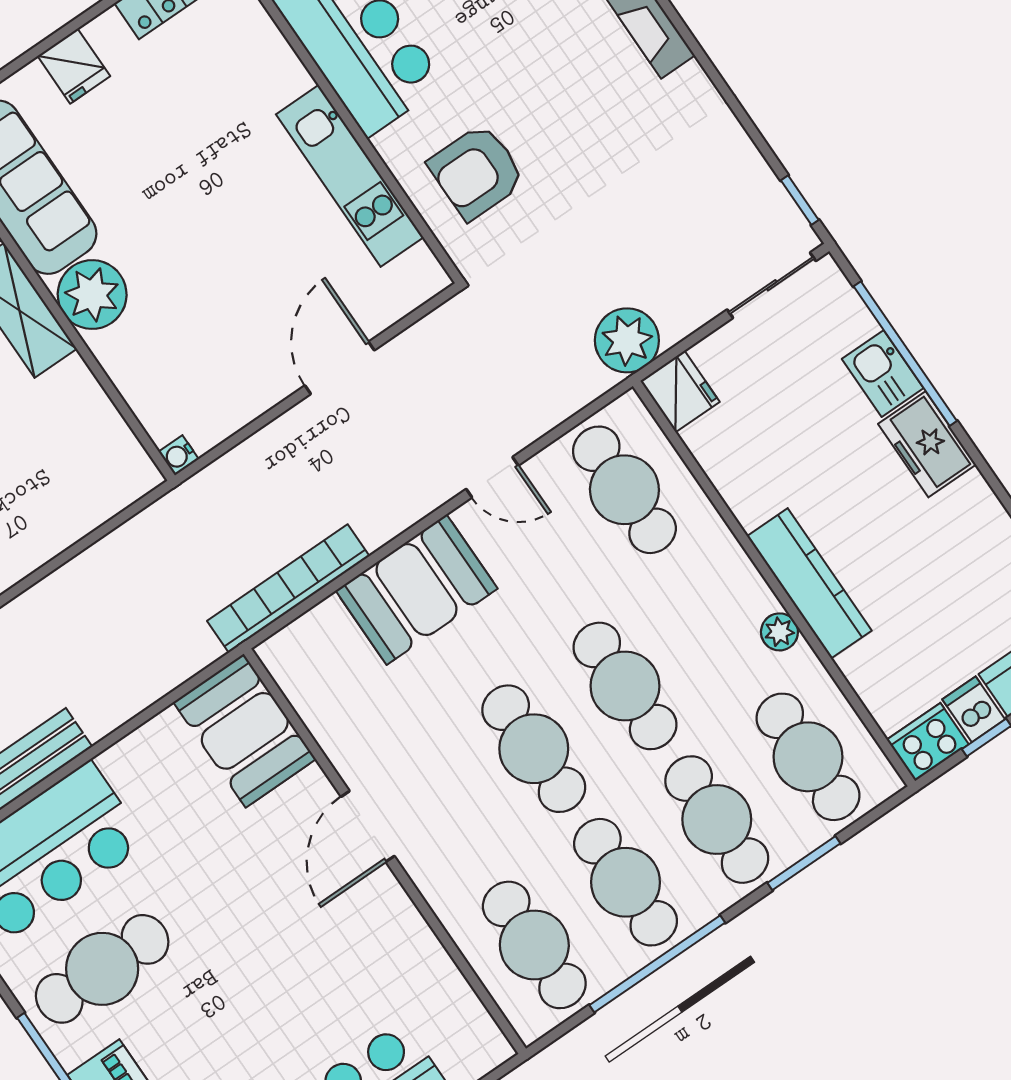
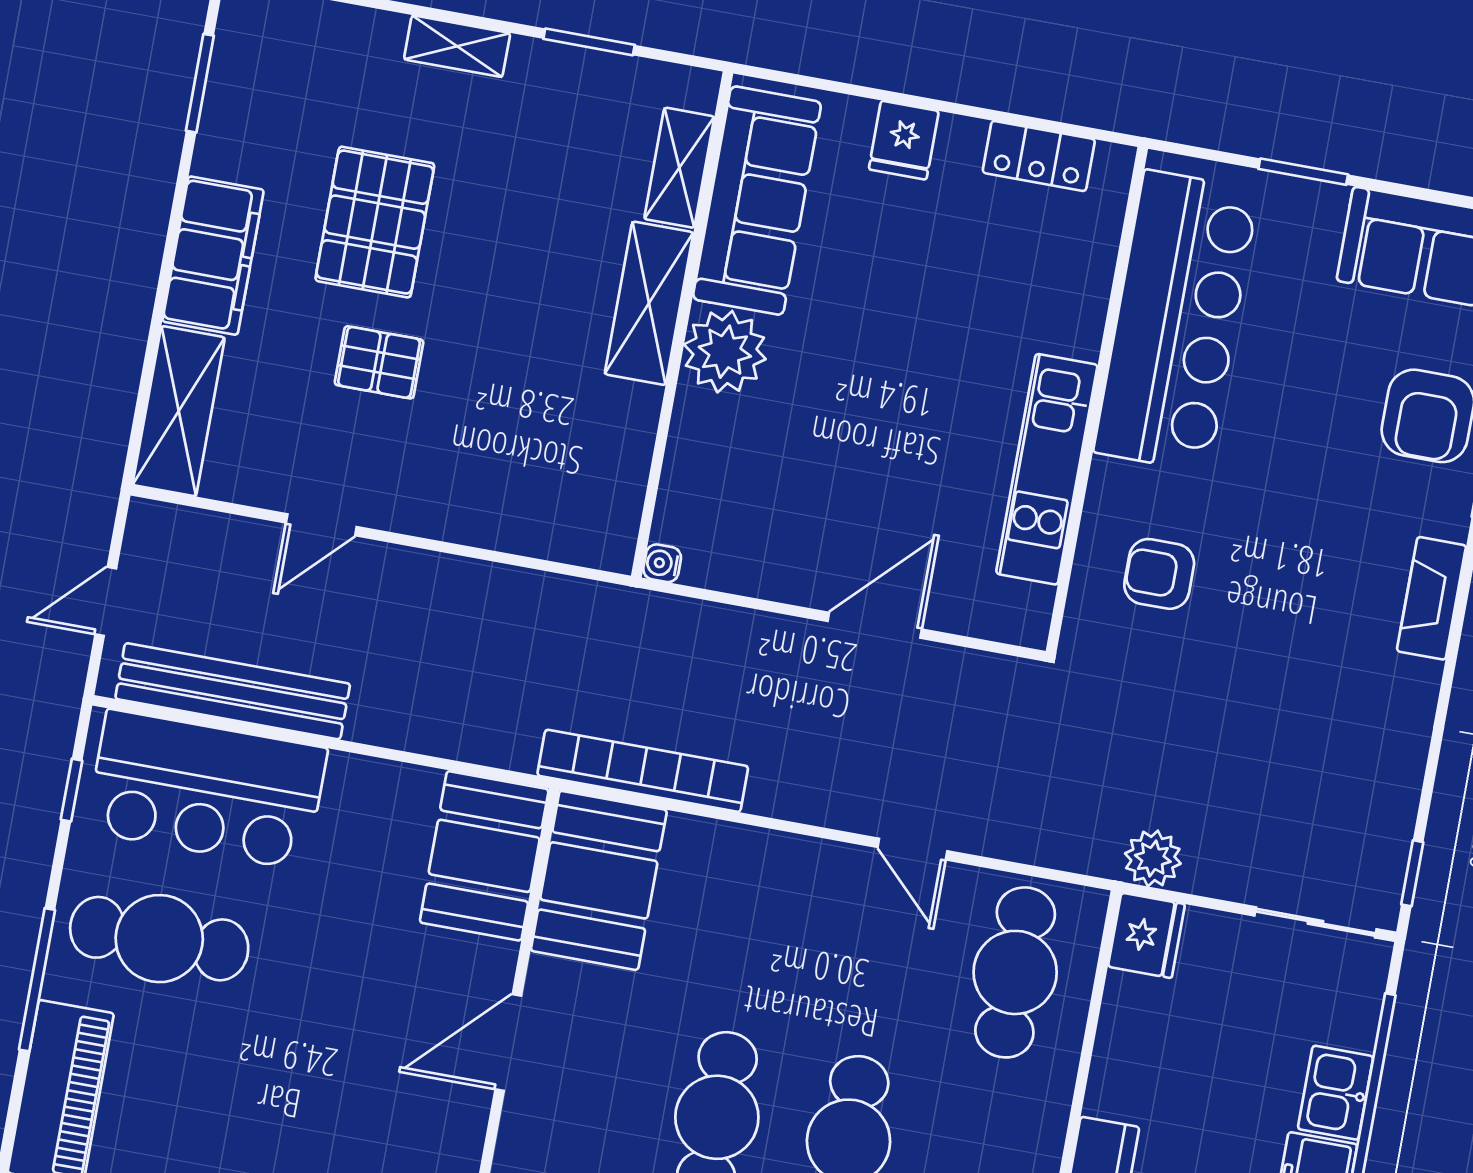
armchair: (477, 172) -> (1159, 574), width x0.72, depth x0.72
plant: (627, 340) -> (1153, 858), width x0.73, depth x0.73
booth: (417, 590) -> (599, 880), moved, turned 90

